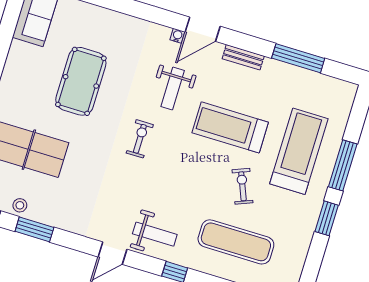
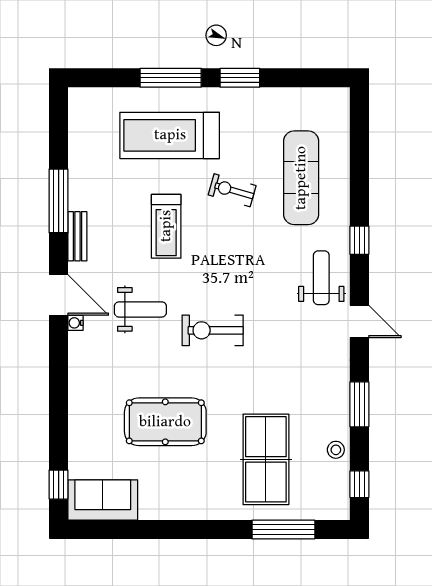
window: (298, 58) -> (59, 201), moved
treadmill: (230, 127) -> (166, 226), width x0.73, depth x0.73
exercise bike: (140, 139) -> (213, 330), width x1.38, depth x1.39
exercise bike: (242, 186) -> (232, 190), turned 38
window: (34, 229) -> (359, 404), moved

